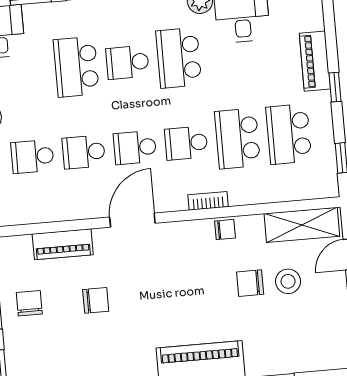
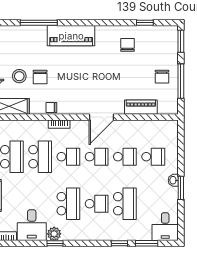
chair: (250, 283) -> (40, 77), turned 90
chair: (96, 300) -> (128, 45), moved, turned 90

